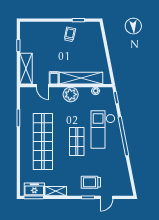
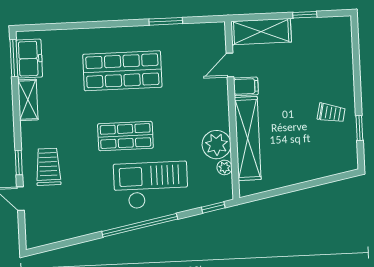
plant: (71, 94) -> (217, 145), moved
shop shelf: (43, 141) -> (122, 71), width x0.71

